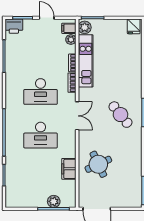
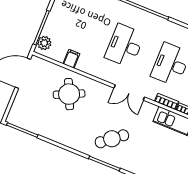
filing cabinet: (69, 169) -> (71, 59), width x0.50
plant: (54, 201) -> (44, 43), moved

